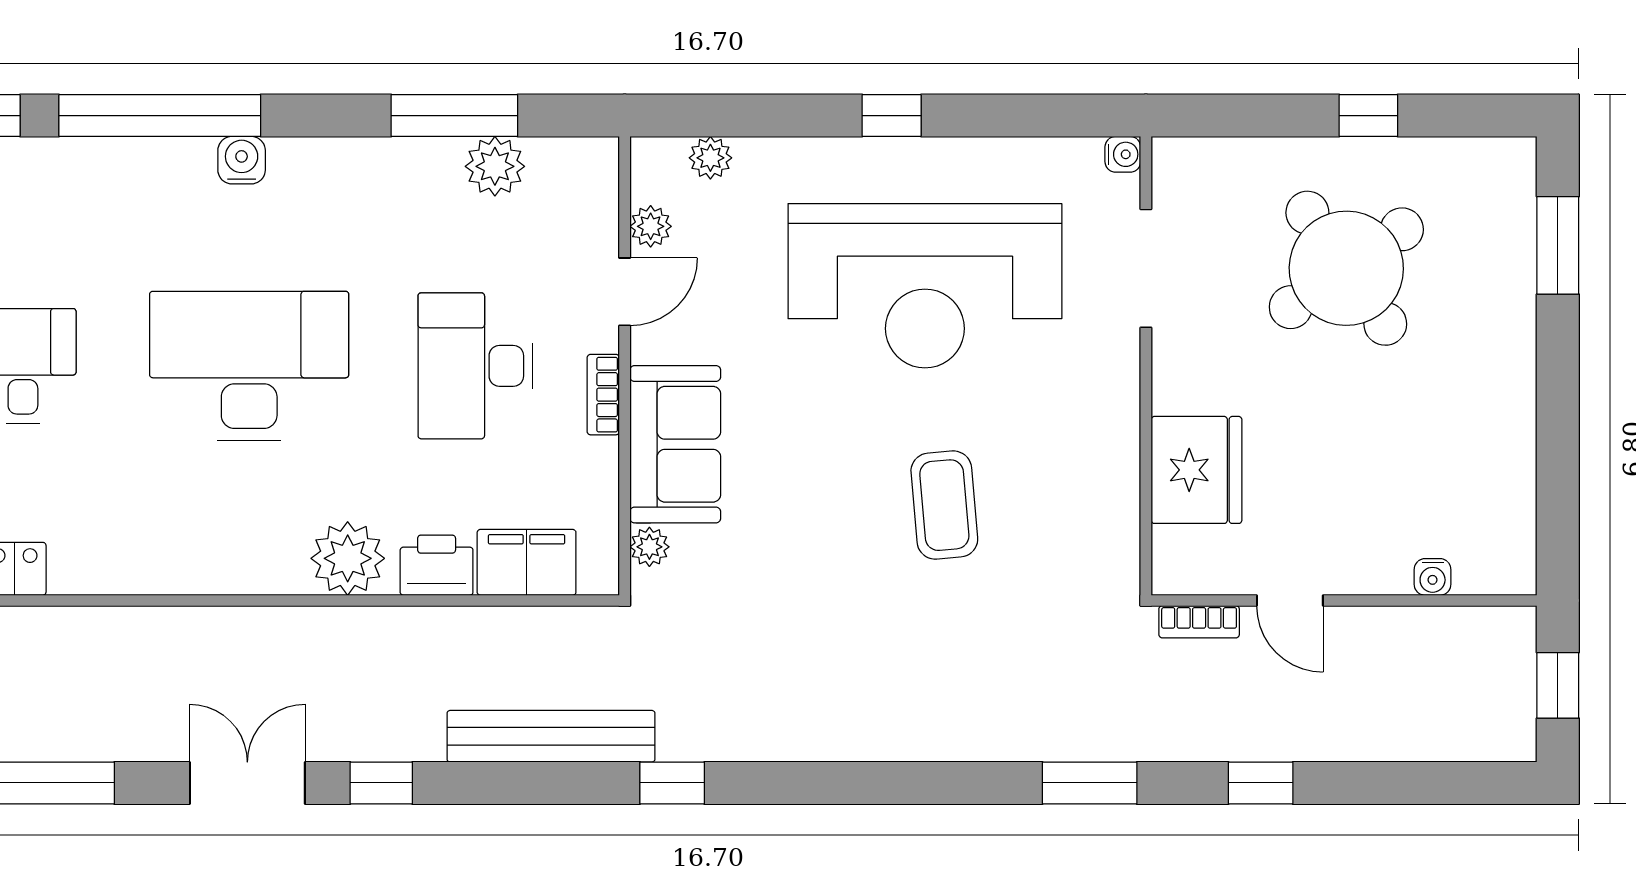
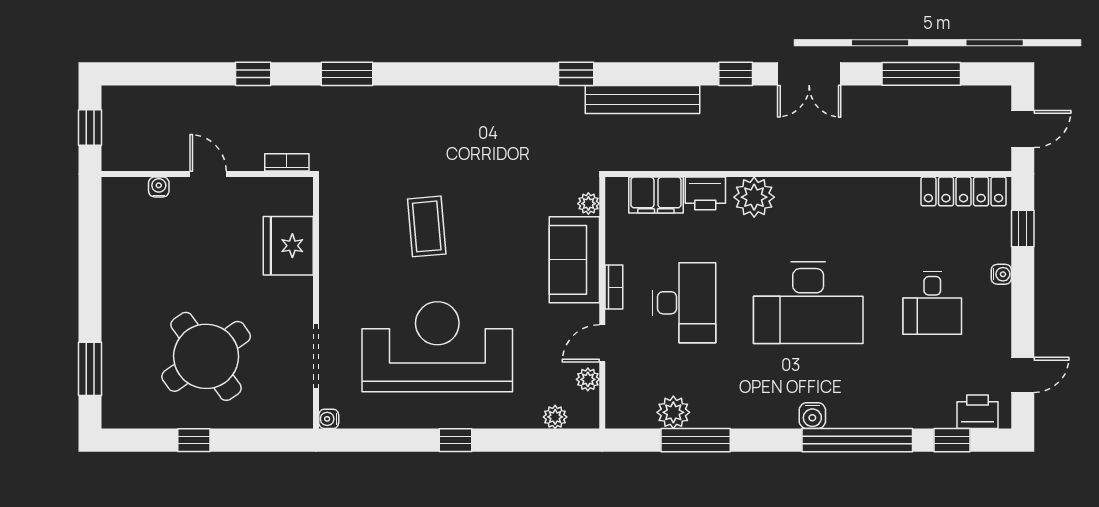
door: (1290, 600) -> (208, 174), moved

